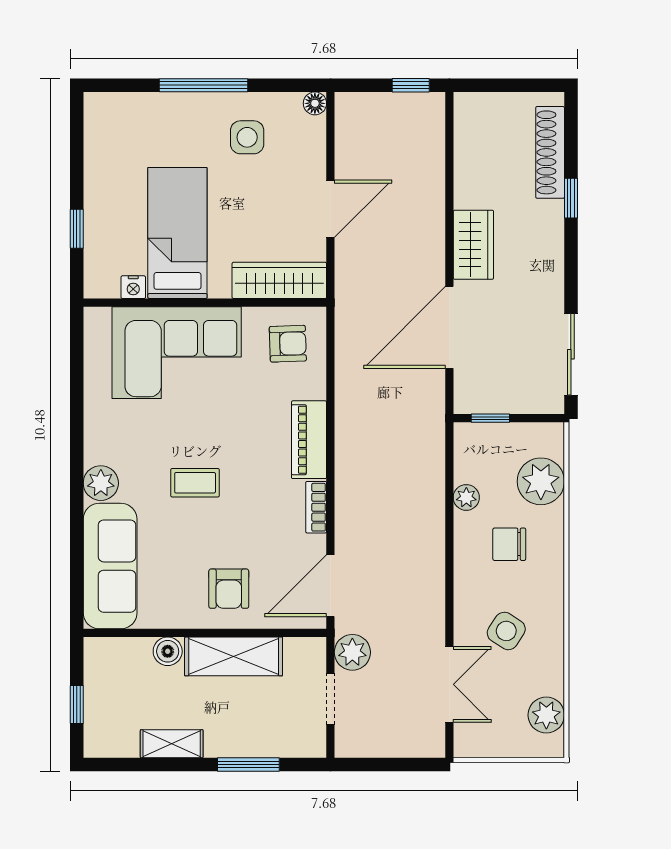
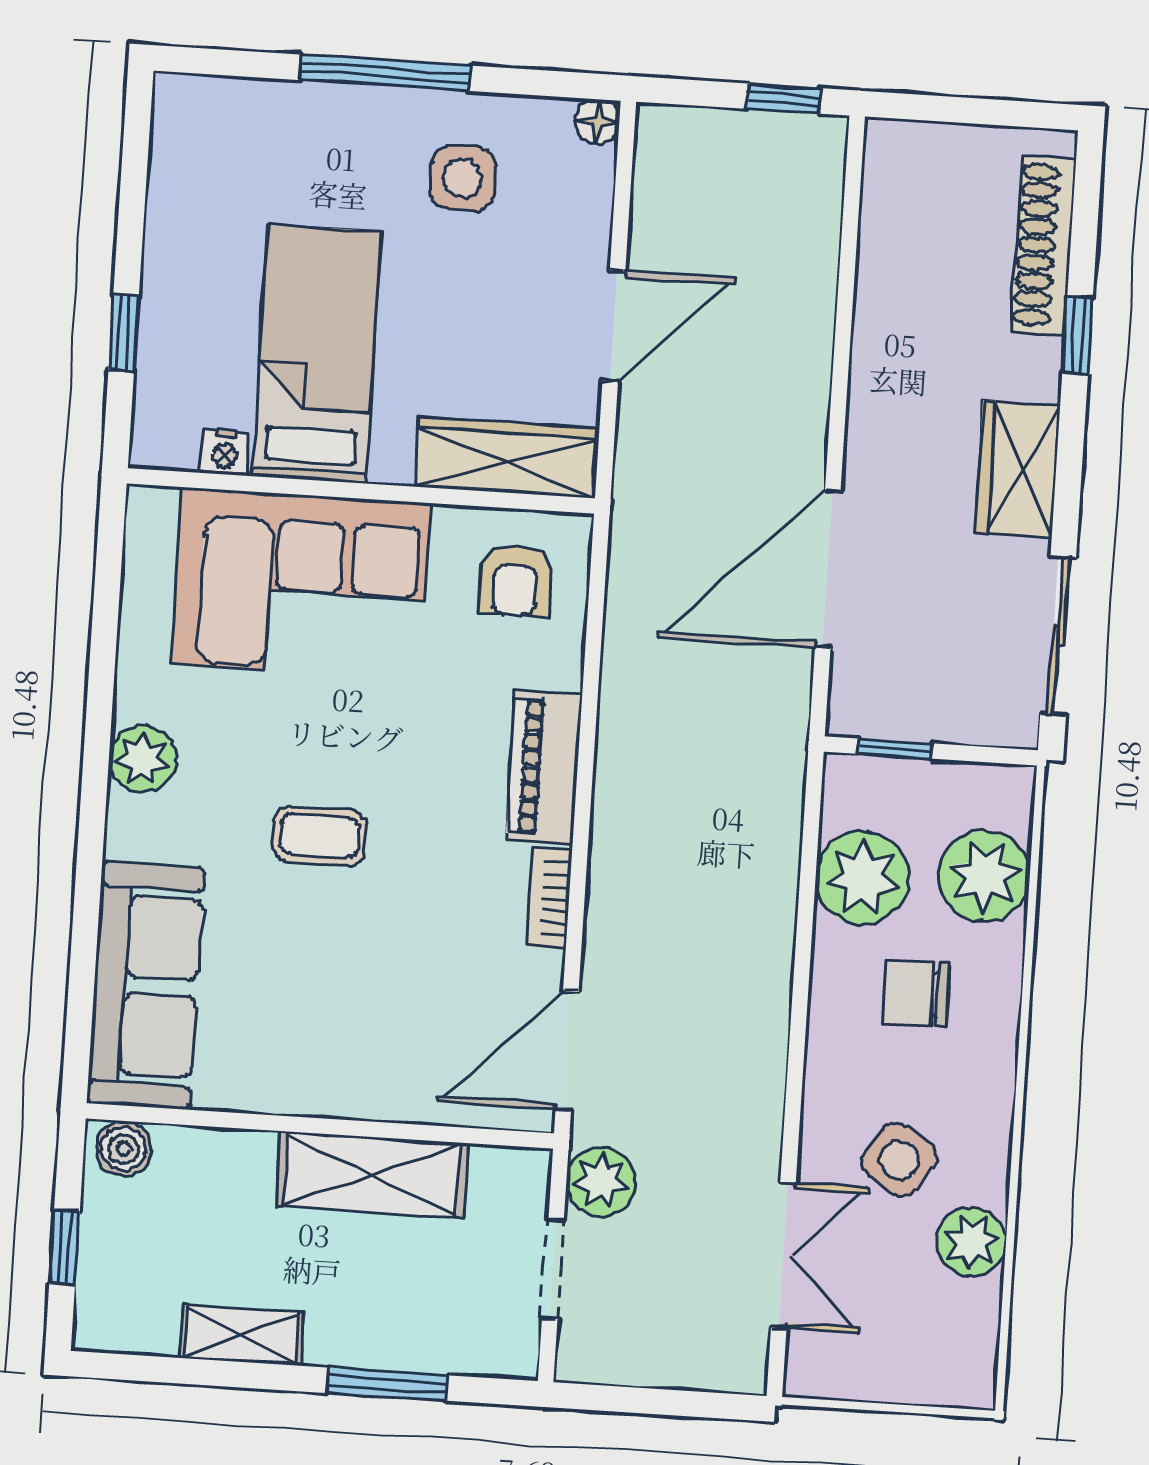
wardrobe: (473, 245) -> (1017, 469), moved, turned 180
armchair: (288, 344) -> (515, 580), turned 92
plant: (101, 483) -> (143, 759), moved
plant: (466, 497) -> (862, 878), width x1.88, depth x1.88
armchair: (229, 589) -> (371, 1044), removed
boiler: (168, 651) -> (124, 1149), moved
plant: (546, 715) -> (971, 1242), moved

